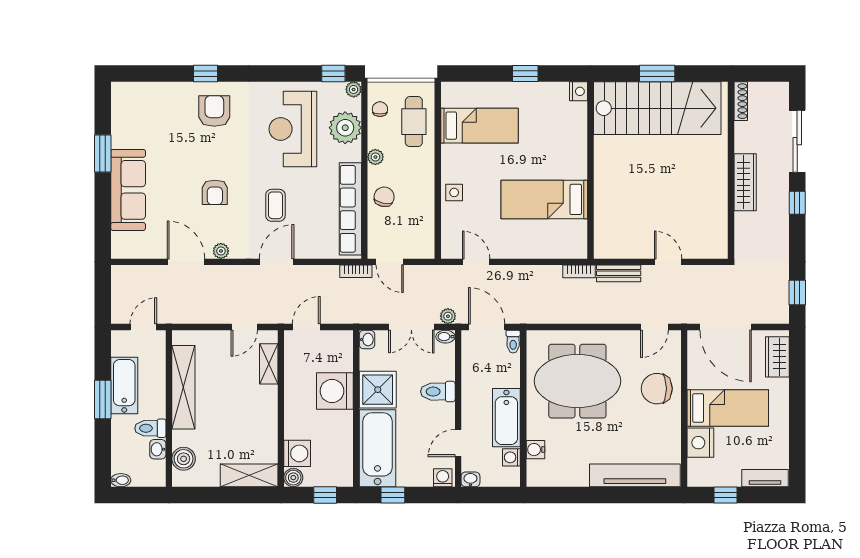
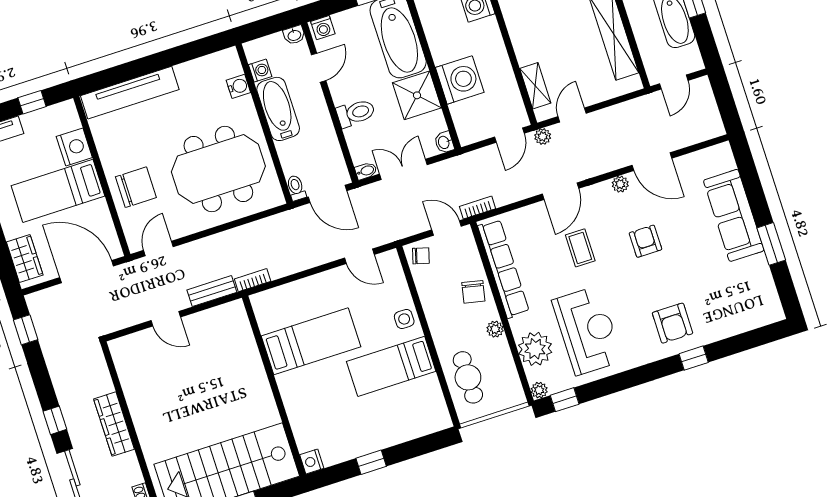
chair: (380, 109) -> (421, 256), moved, turned -74
bed: (480, 126) -> (391, 366), moved
plant: (448, 316) -> (543, 137), moved

